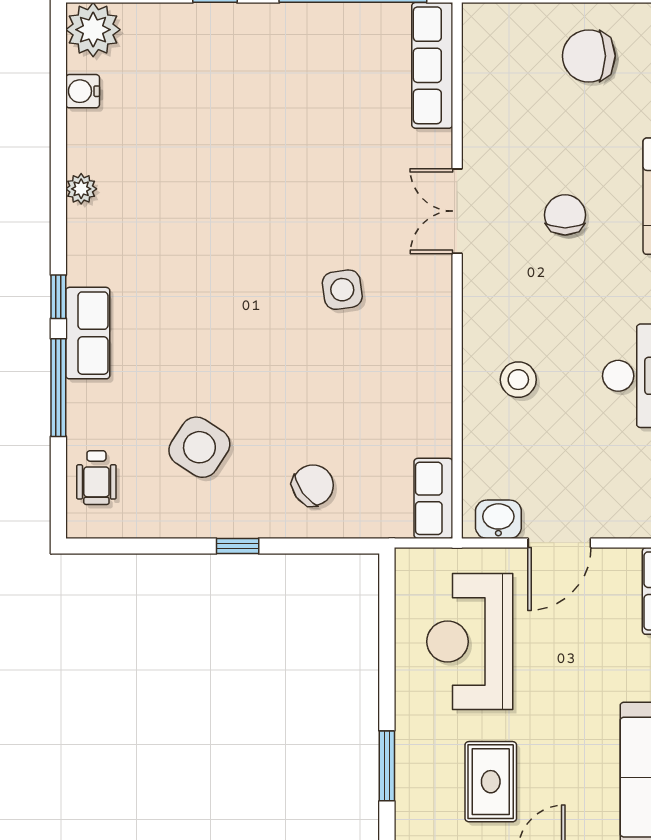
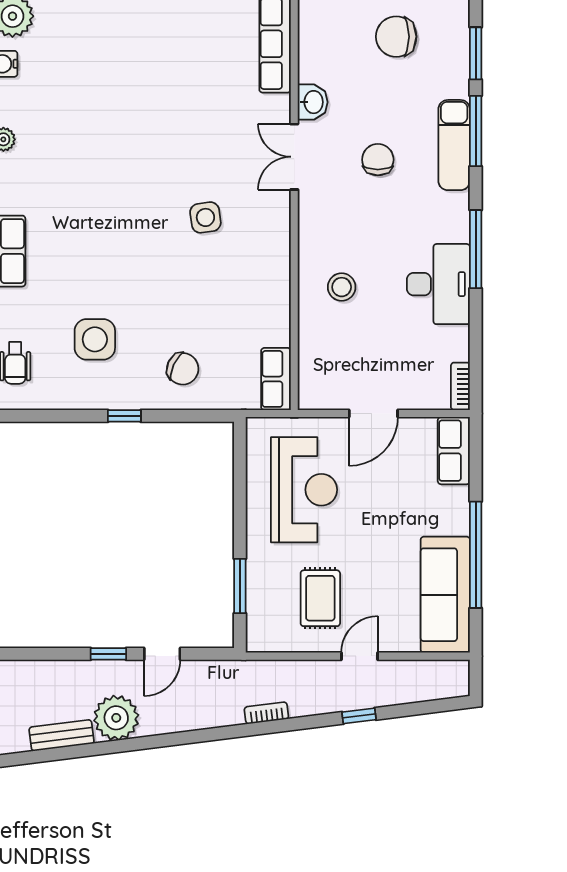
side table: (199, 447) -> (95, 339), turned -33
chair: (313, 485) -> (183, 369), turned 61
washbasin: (498, 519) -> (313, 102), moved, turned 90
reception desk: (470, 642) -> (304, 490), turned 180

